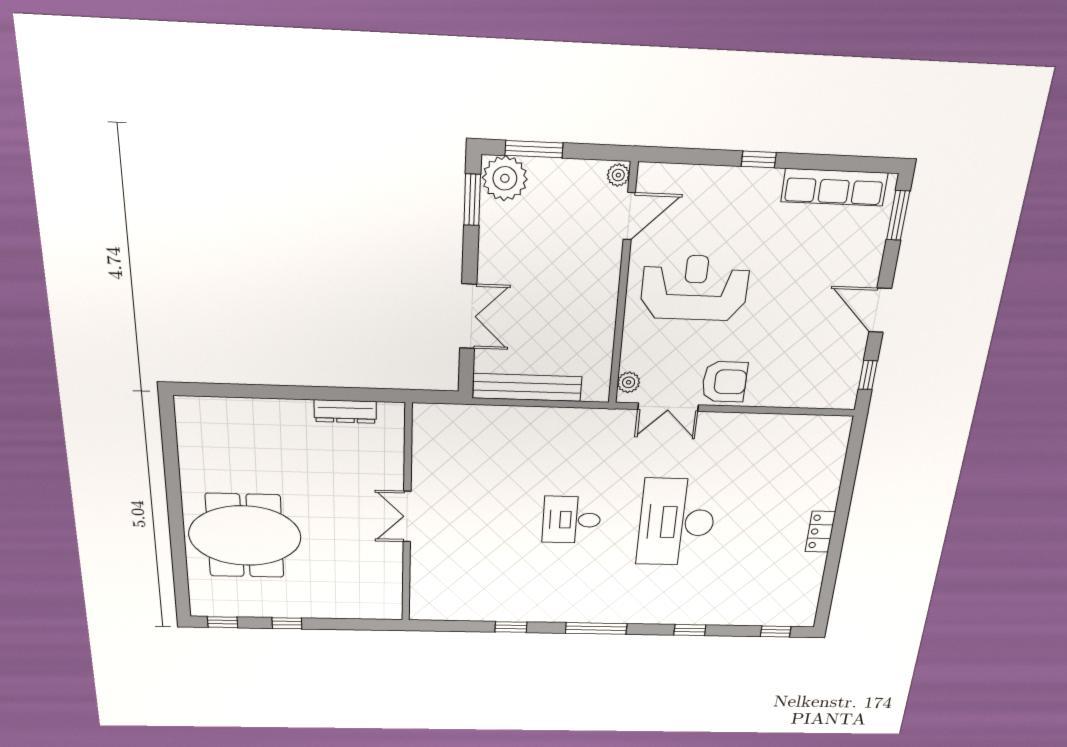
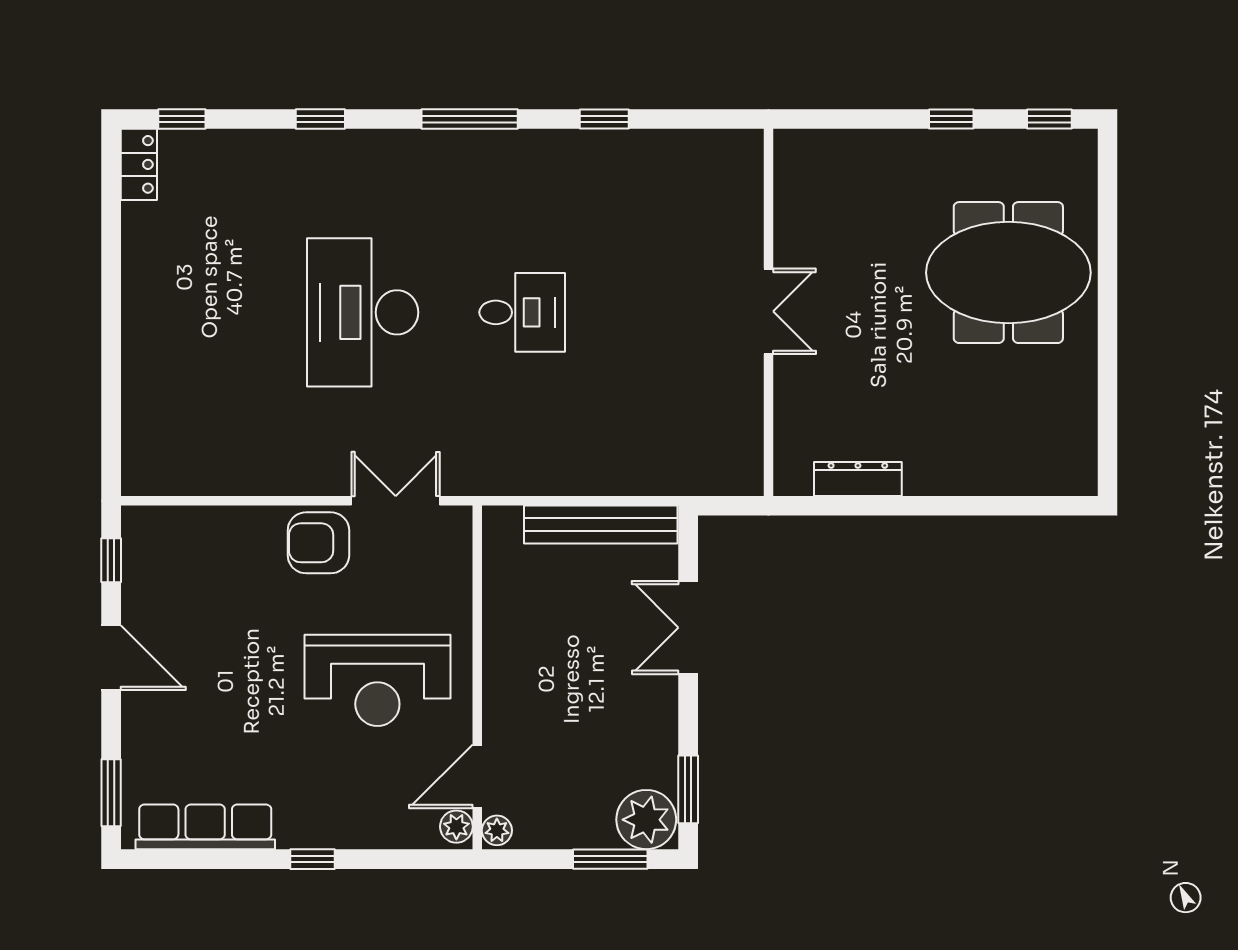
plant: (629, 382) -> (456, 827), moved
desk: (677, 522) -> (363, 312), turned 180
locker: (820, 532) -> (139, 164), moved

